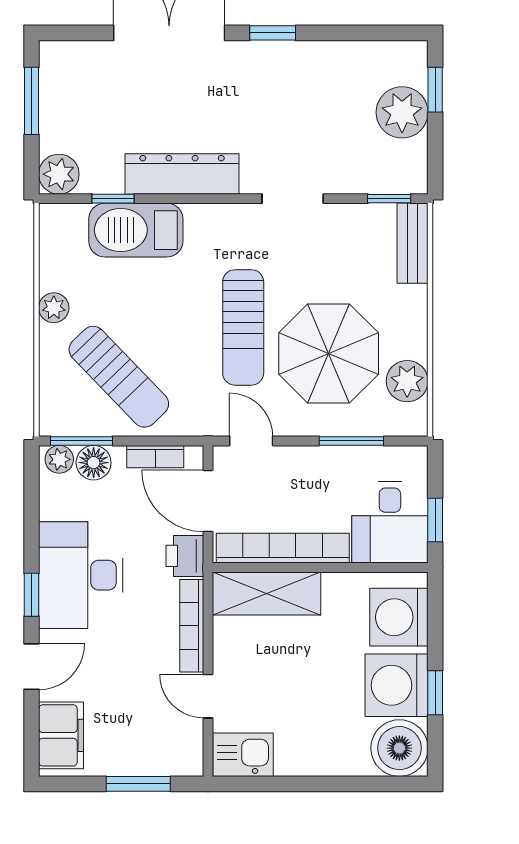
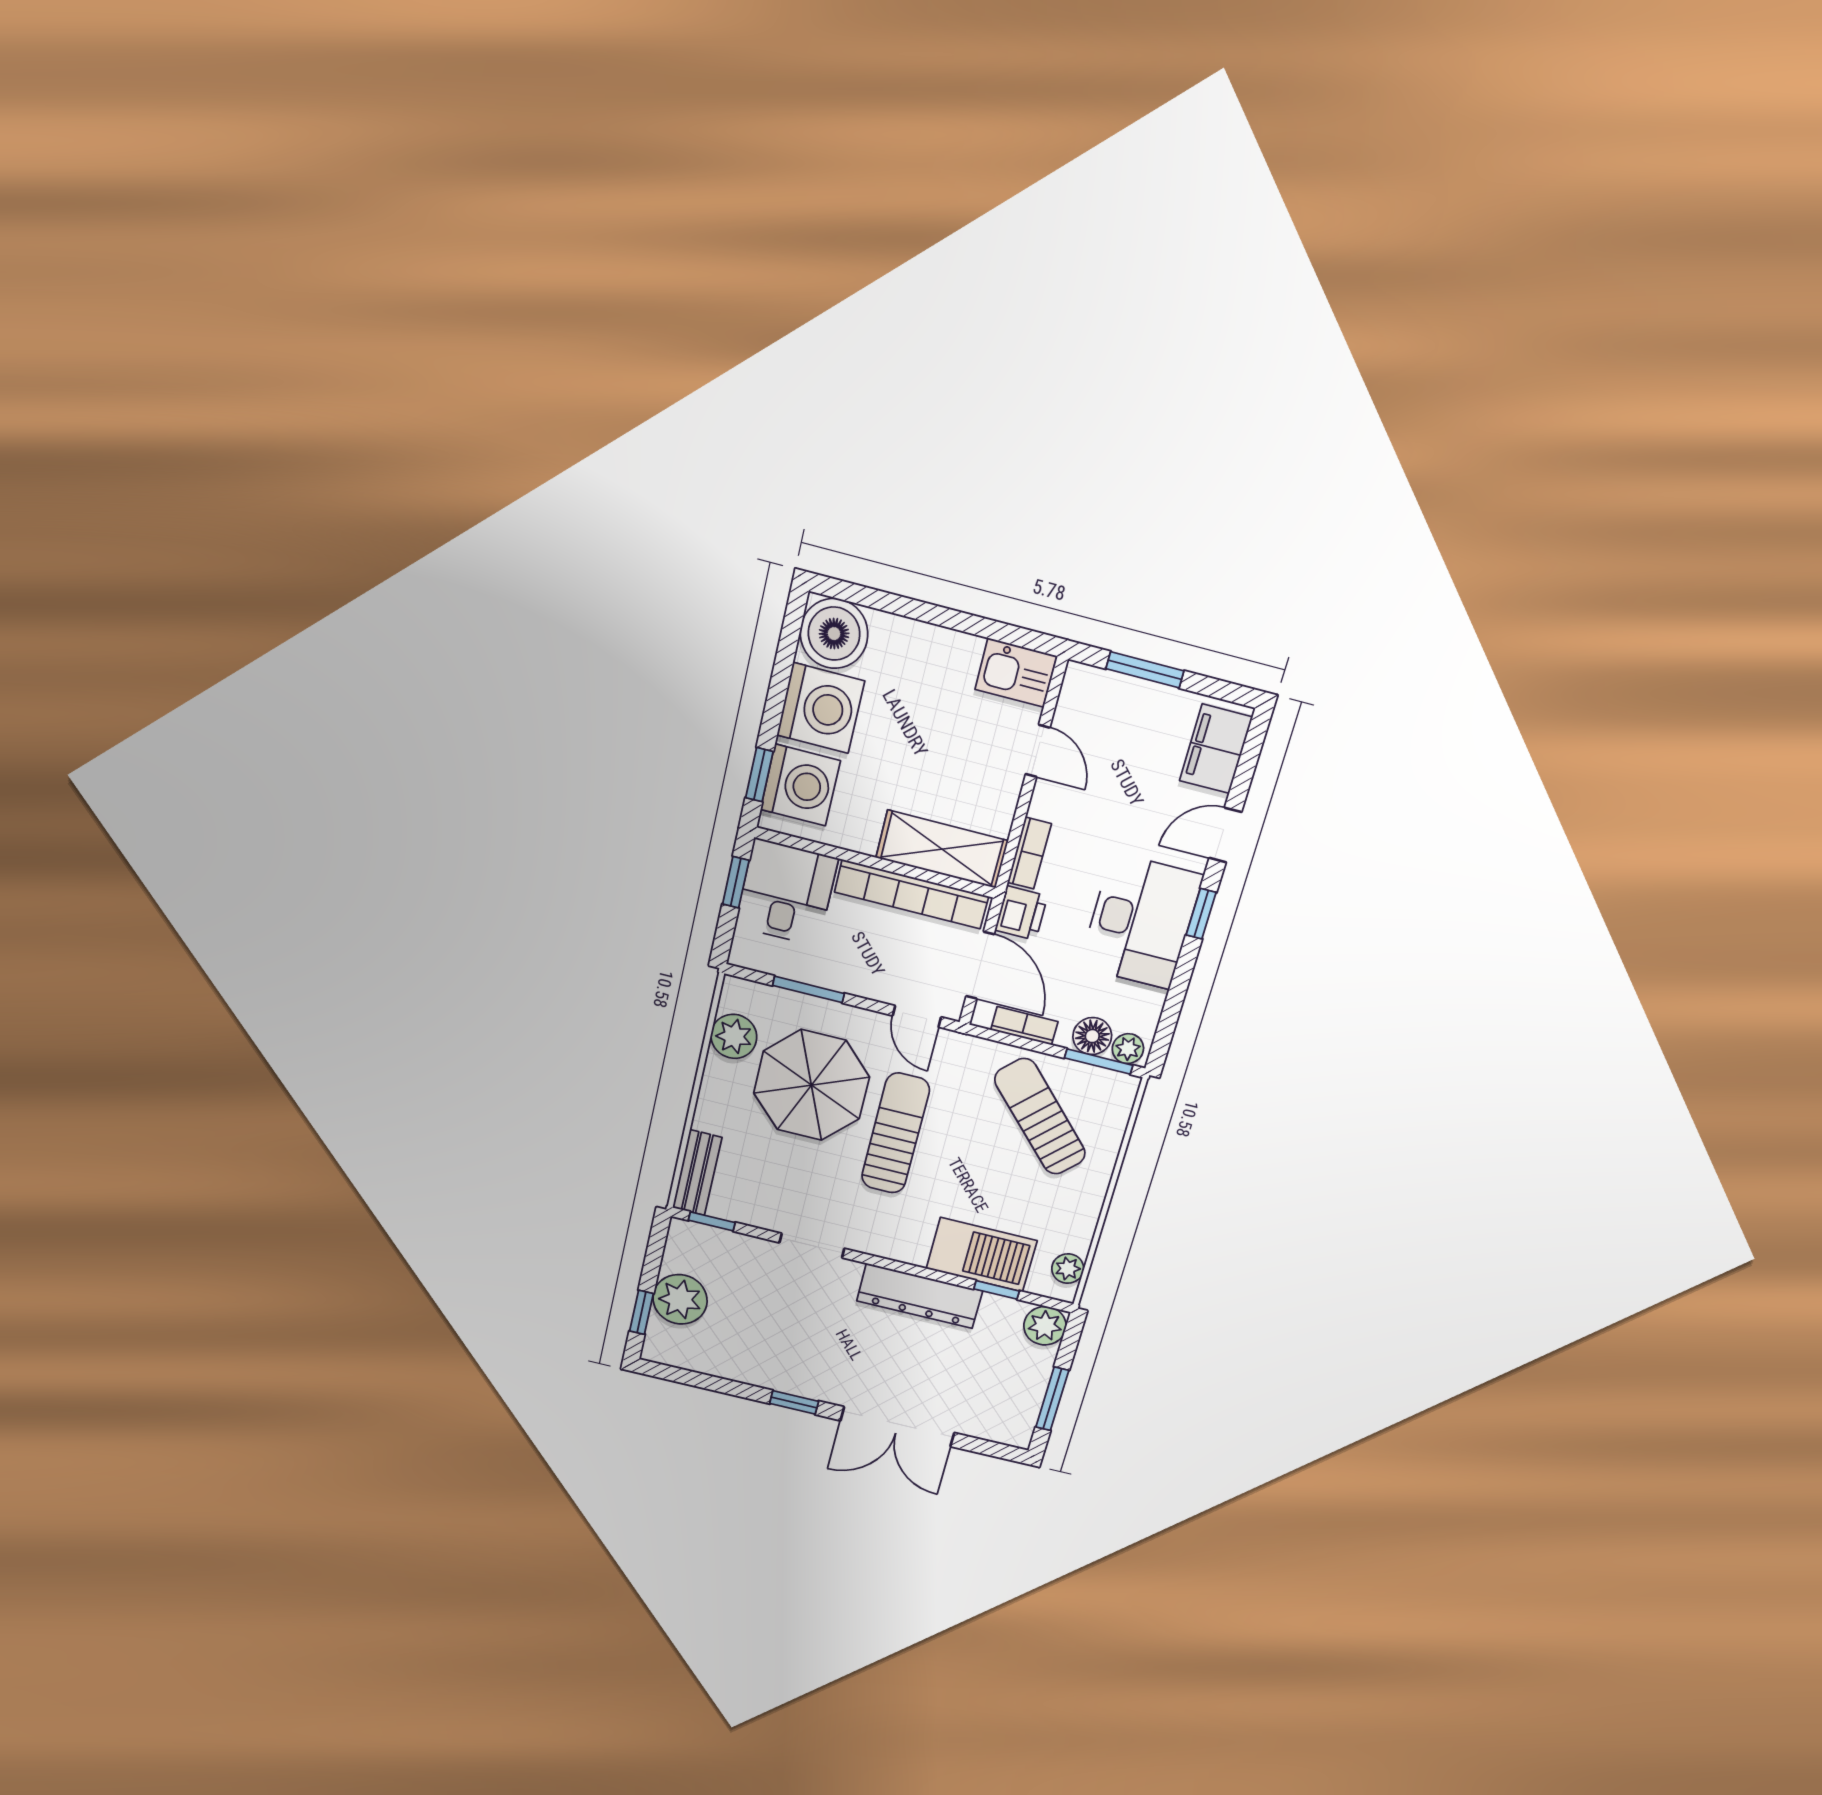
plant: (54, 308) -> (1068, 1269), moved
bookcase: (192, 626) -> (1029, 853), width x0.64
window: (435, 693) -> (759, 775), moved

